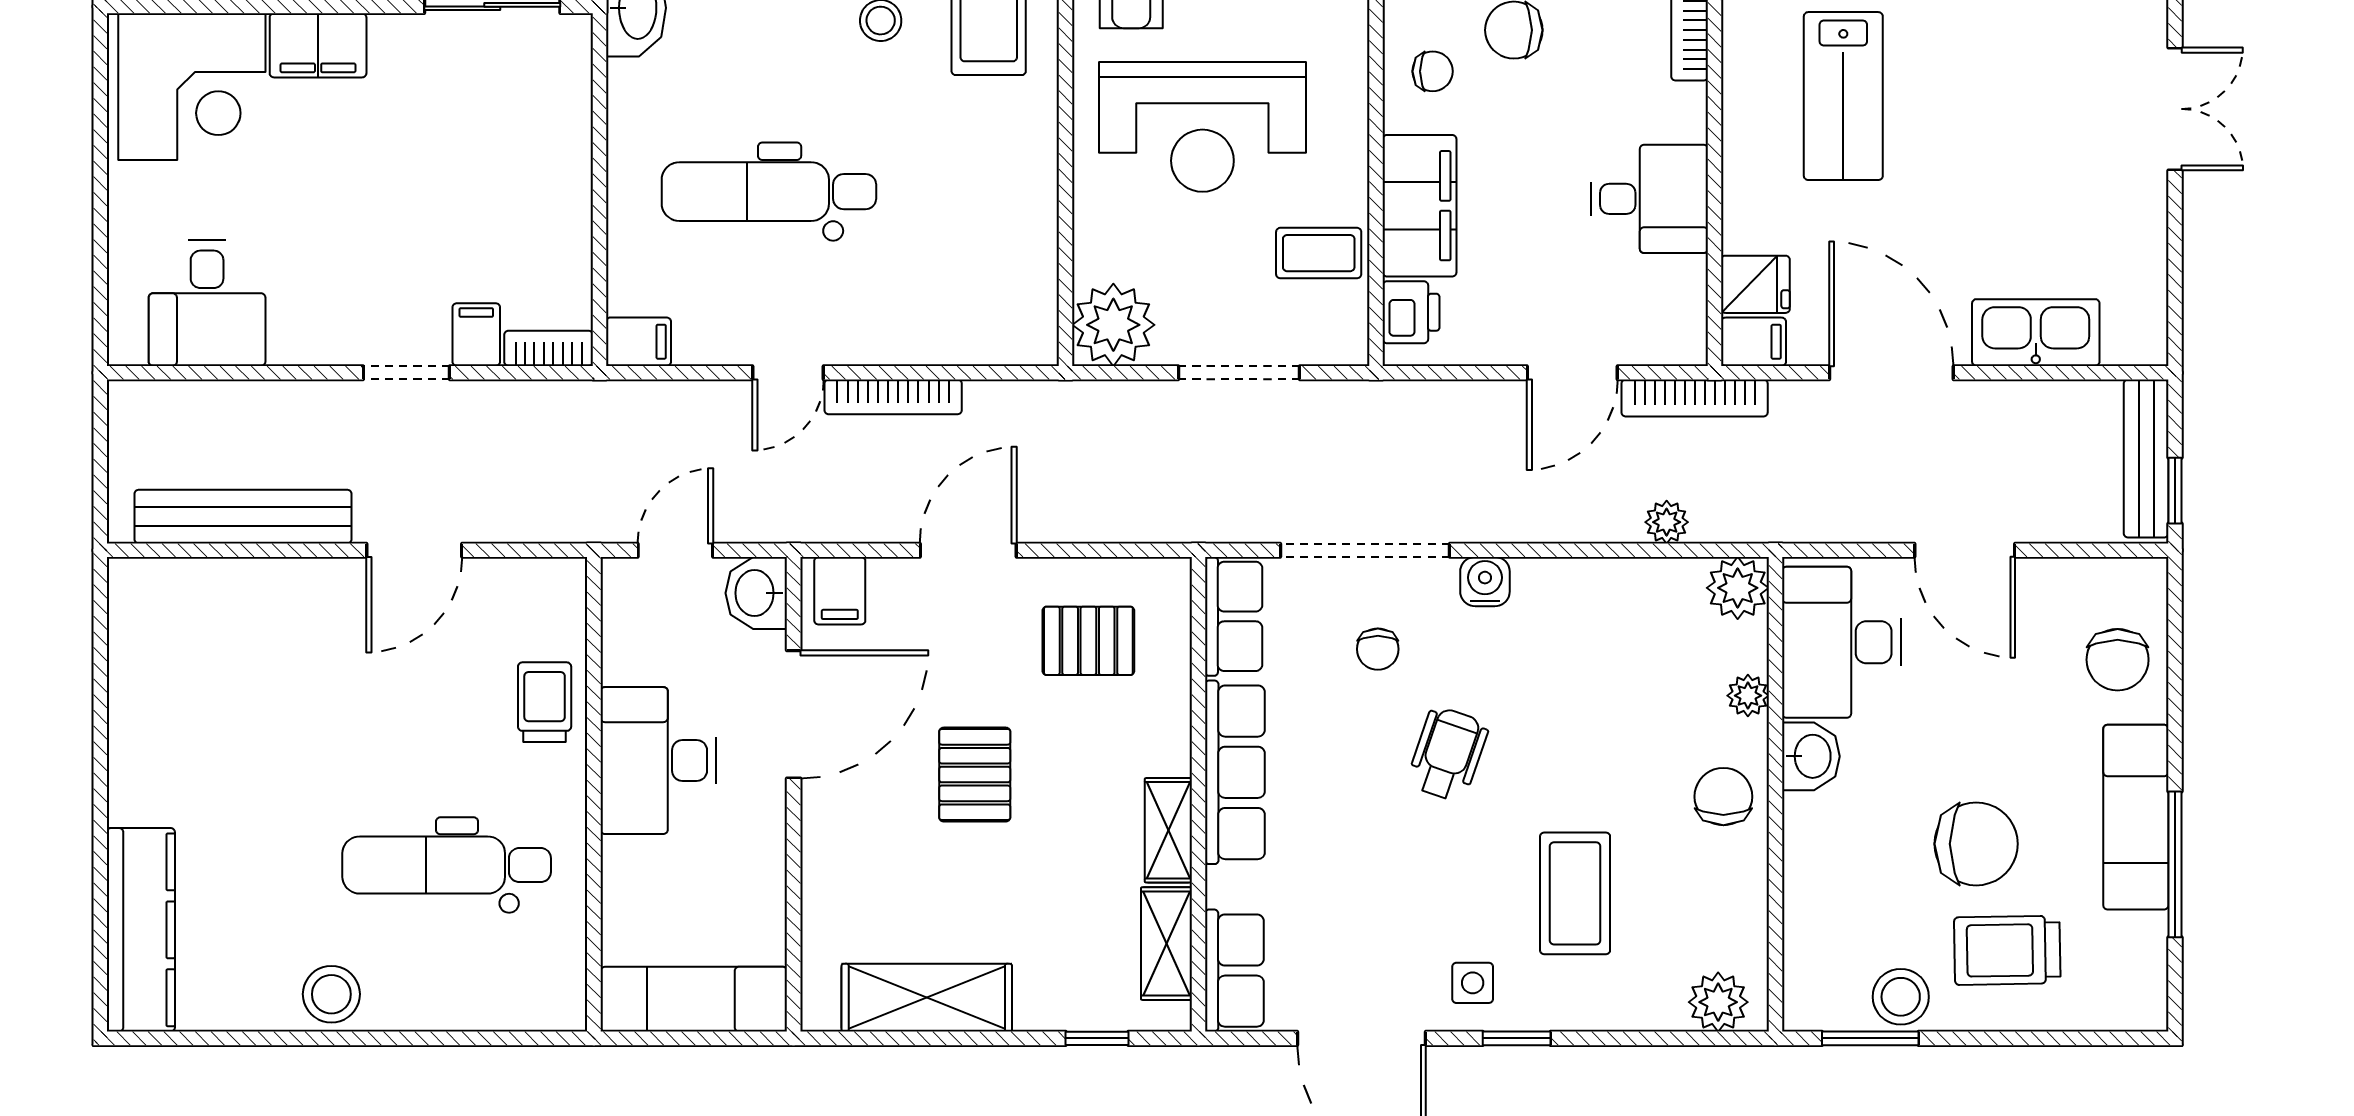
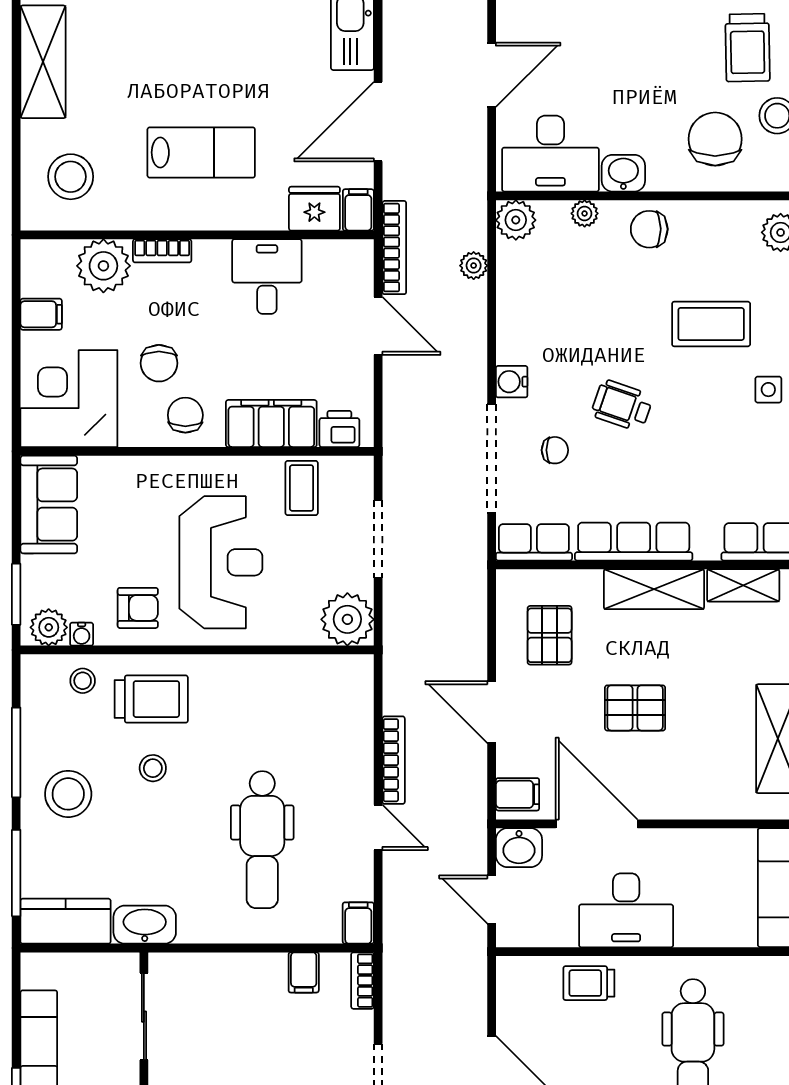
chair: (1433, 71) -> (185, 415), width x1.37, depth x1.37
fridge: (1755, 284) -> (314, 209), width x1.38
filing cabinet: (476, 335) -> (304, 972), moved, turned -90
shelving: (1168, 830) -> (654, 589), width x1.50, depth x1.33
chair: (1976, 844) -> (715, 139), moved

